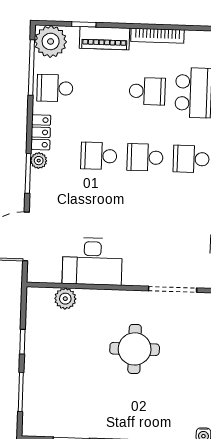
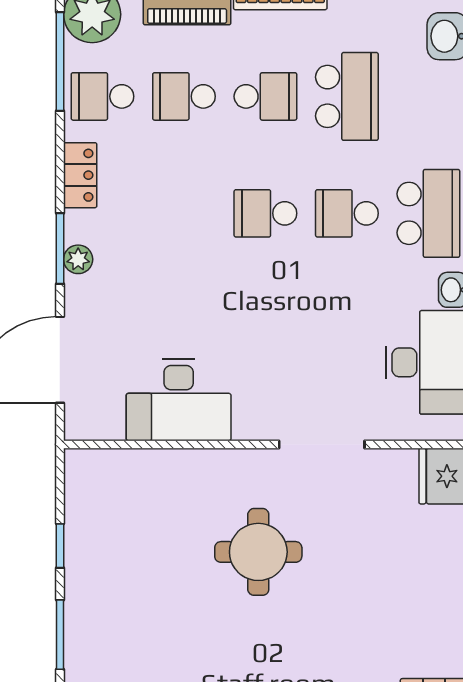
school desk: (99, 156) -> (184, 96), moved
plant: (39, 161) -> (78, 259), moved
plant: (65, 299) -> (133, 467), removed

